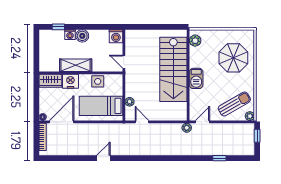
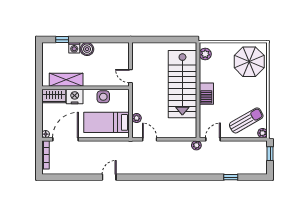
washing machine: (116, 36) -> (122, 49), removed
parasol: (233, 58) -> (249, 62), moved
shelving: (76, 65) -> (66, 80), moved

